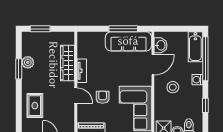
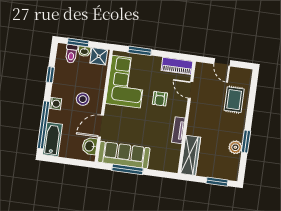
wardrobe: (68, 63) -> (191, 155), moved
door: (76, 96) -> (190, 90), moved

